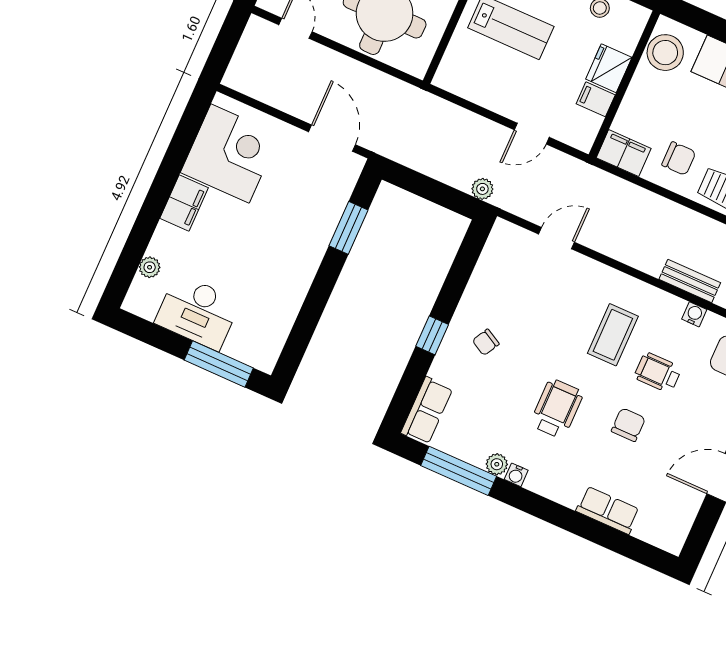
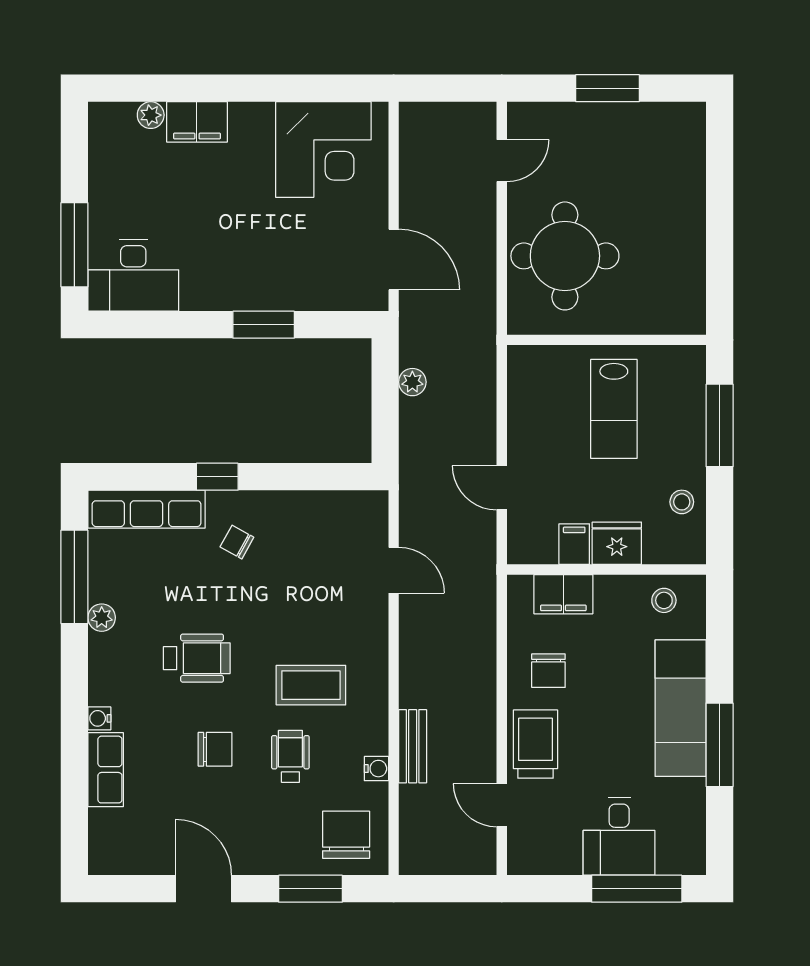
stool: (665, 53) -> (664, 600), width x0.53, depth x0.53
door: (332, 138) -> (394, 259), hinge flipped
filing cabinet: (624, 153) -> (563, 594), moved, turned 90
plant: (482, 189) -> (412, 382), moved
filing cabinet: (184, 203) -> (197, 122), moved
window: (348, 228) -> (264, 325), moved
desk: (198, 312) -> (133, 275), moved, turned -90
row of seats: (427, 411) -> (147, 509), width x1.48
water cooler: (516, 475) -> (99, 718), moved

